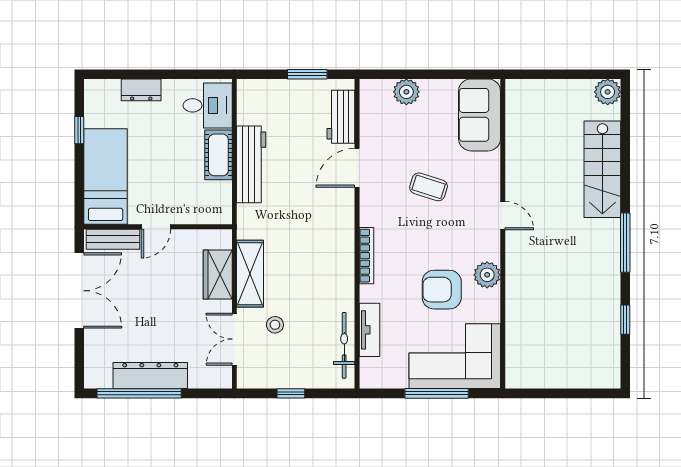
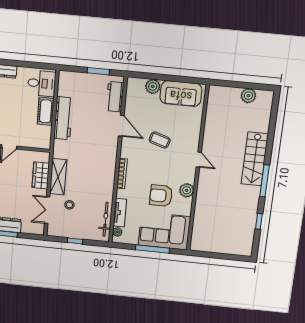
plant: (608, 92) -> (248, 96), moved
sofa: (479, 115) -> (181, 94), moved, turned -90
door: (357, 168) -> (121, 126), swing flipped
stairs: (602, 169) -> (255, 159), moved
plant: (368, 367) -> (117, 232), added

